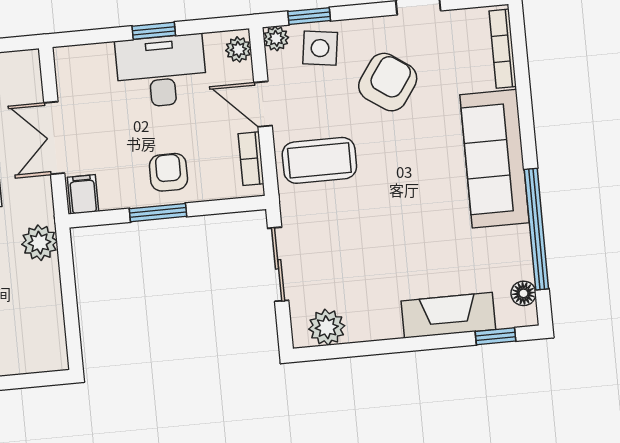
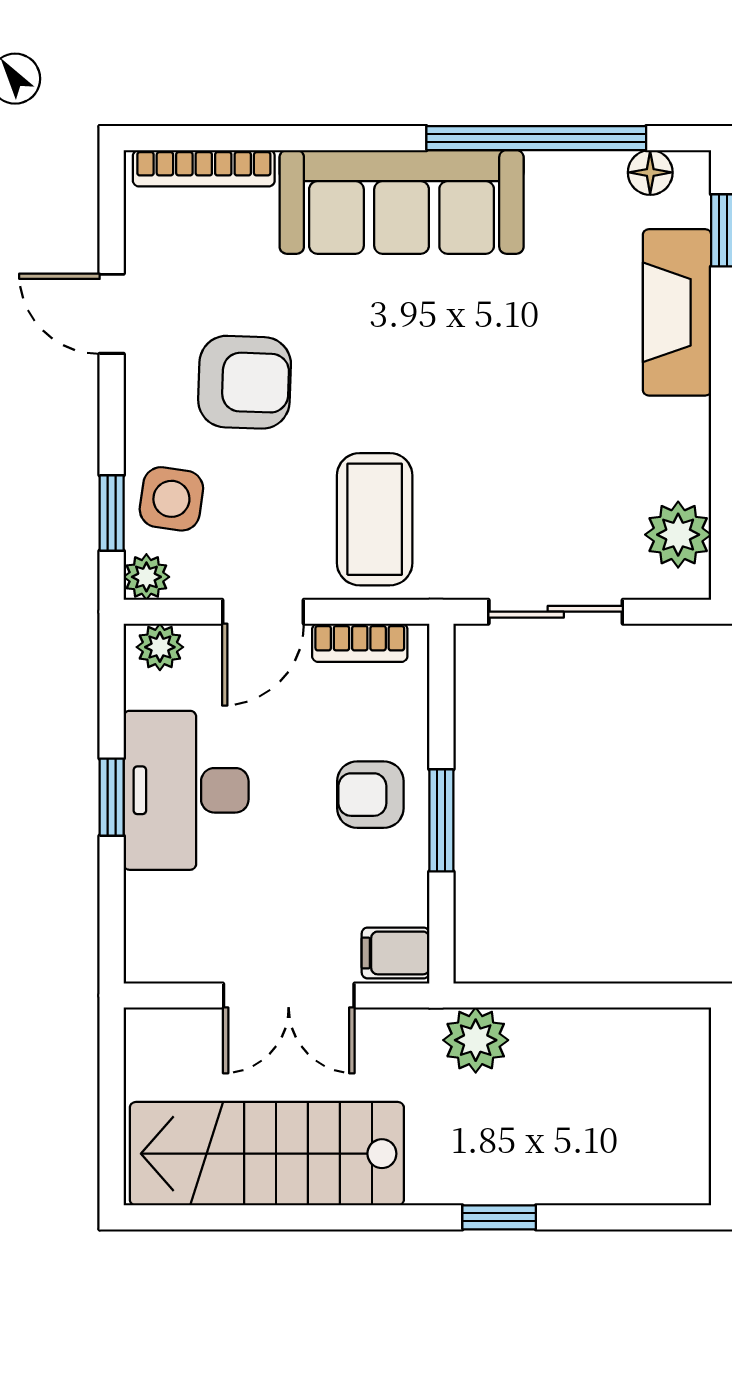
armchair: (388, 82) -> (245, 382), turned 147

